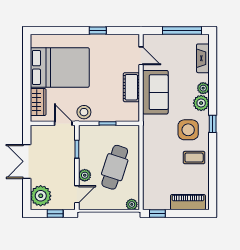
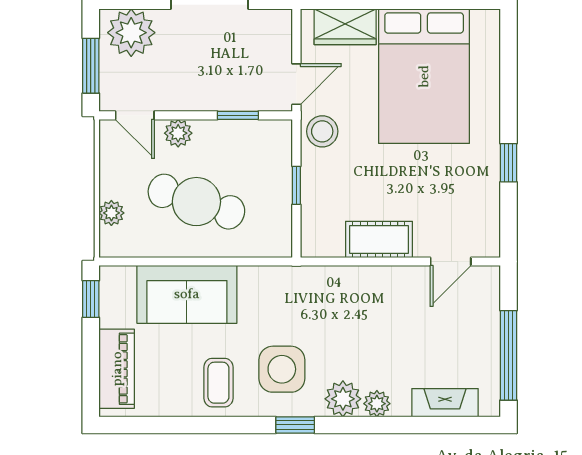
sofa: (155, 92) -> (187, 294), moved
plant: (132, 204) -> (111, 213), moved
window: (55, 214) -> (91, 66), width x1.50

